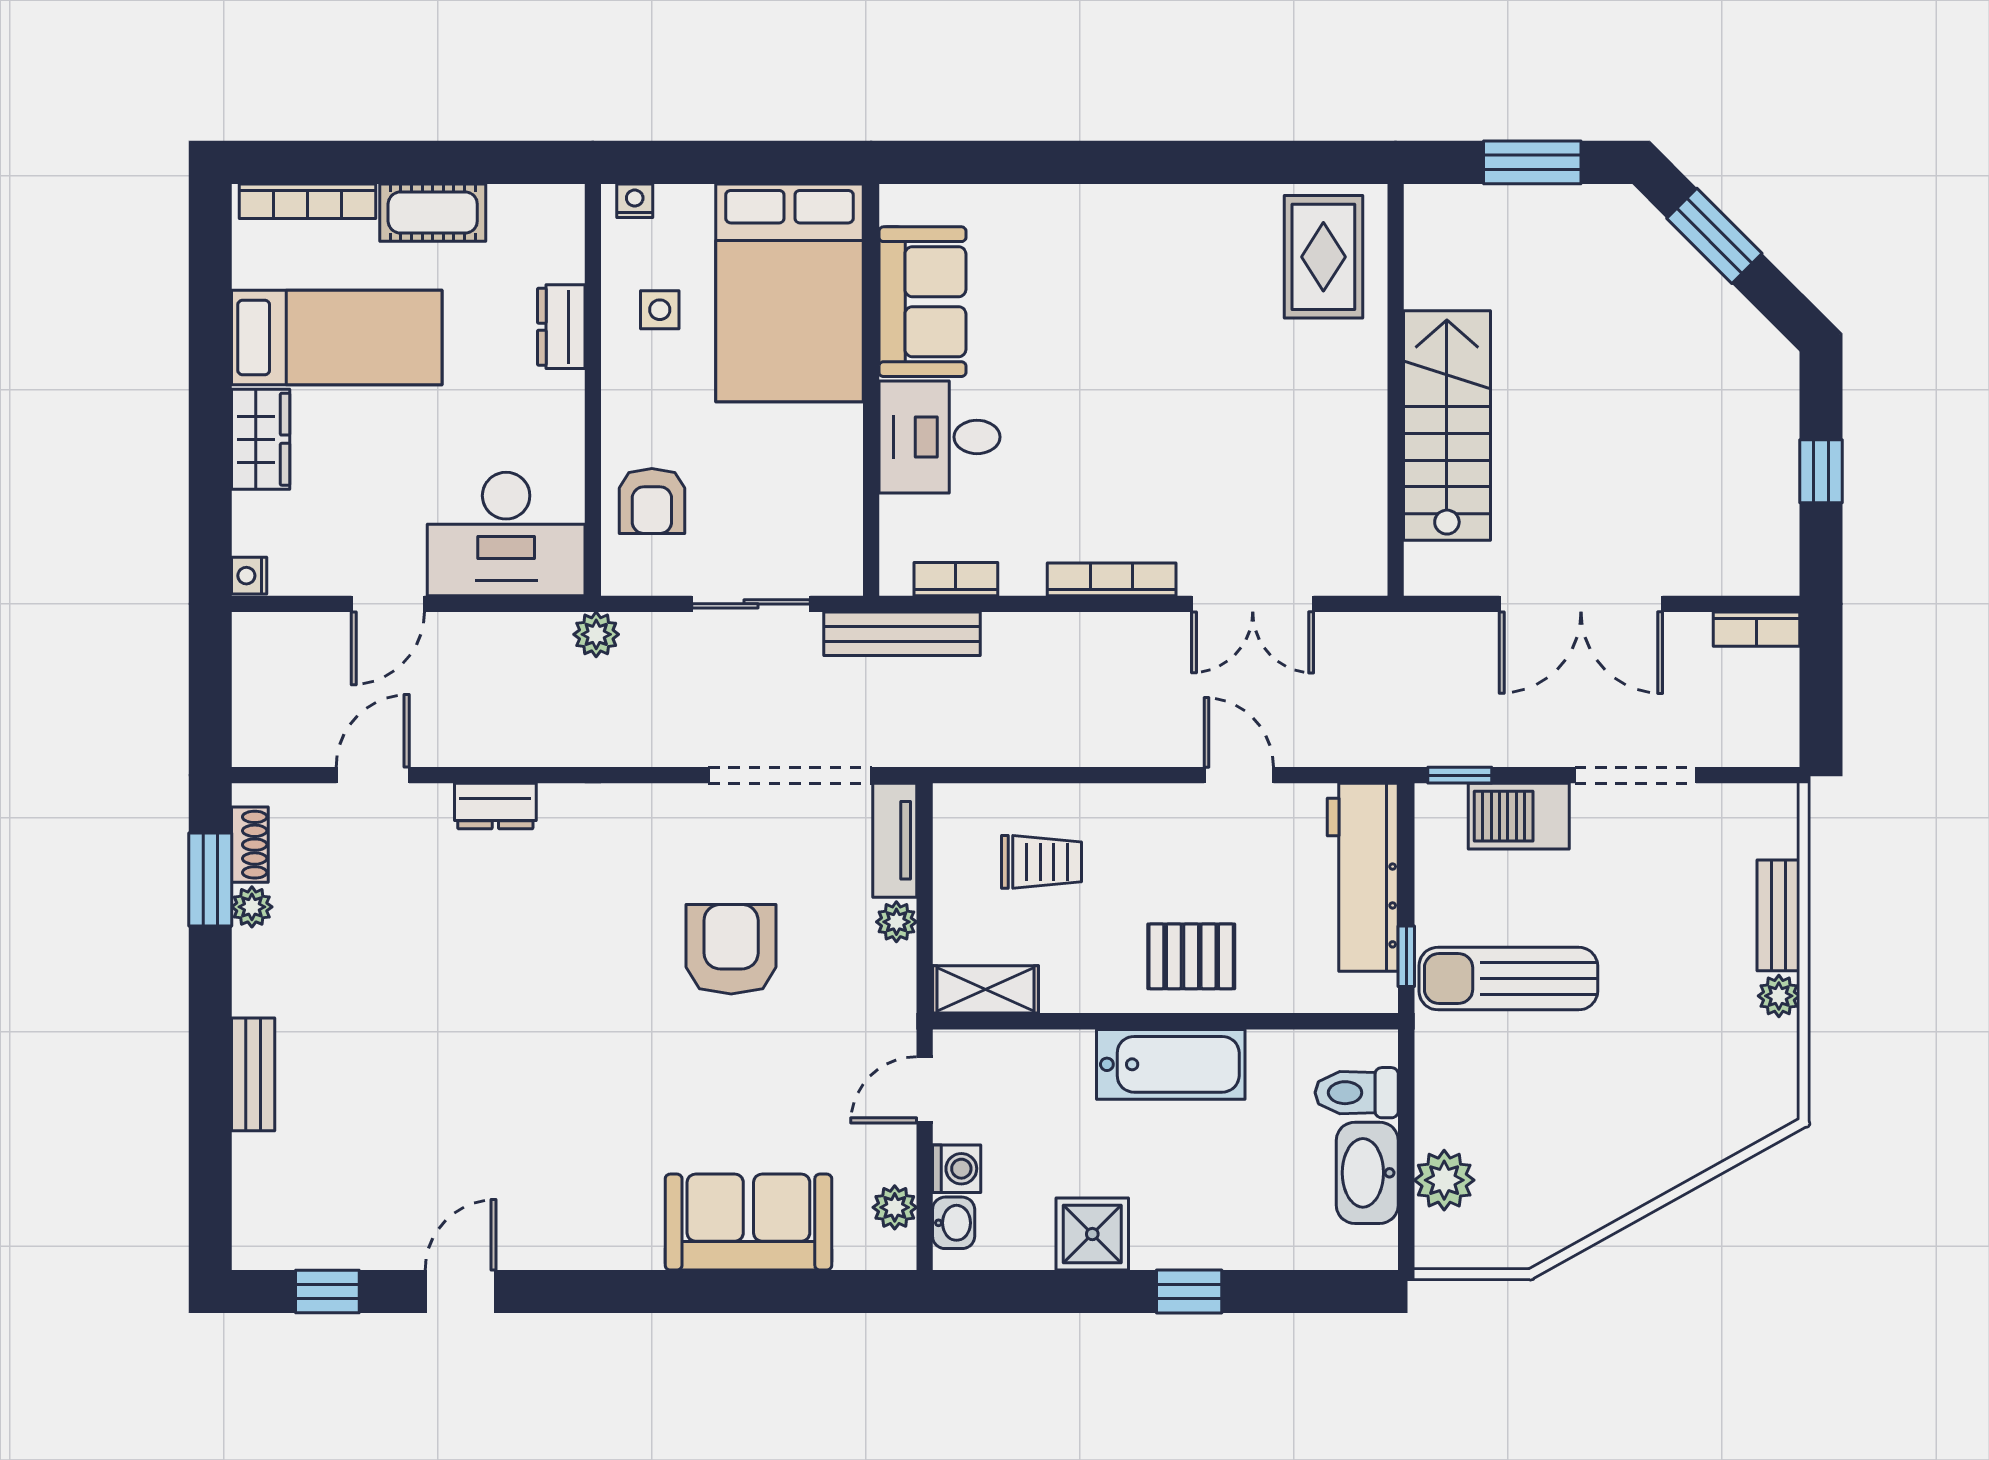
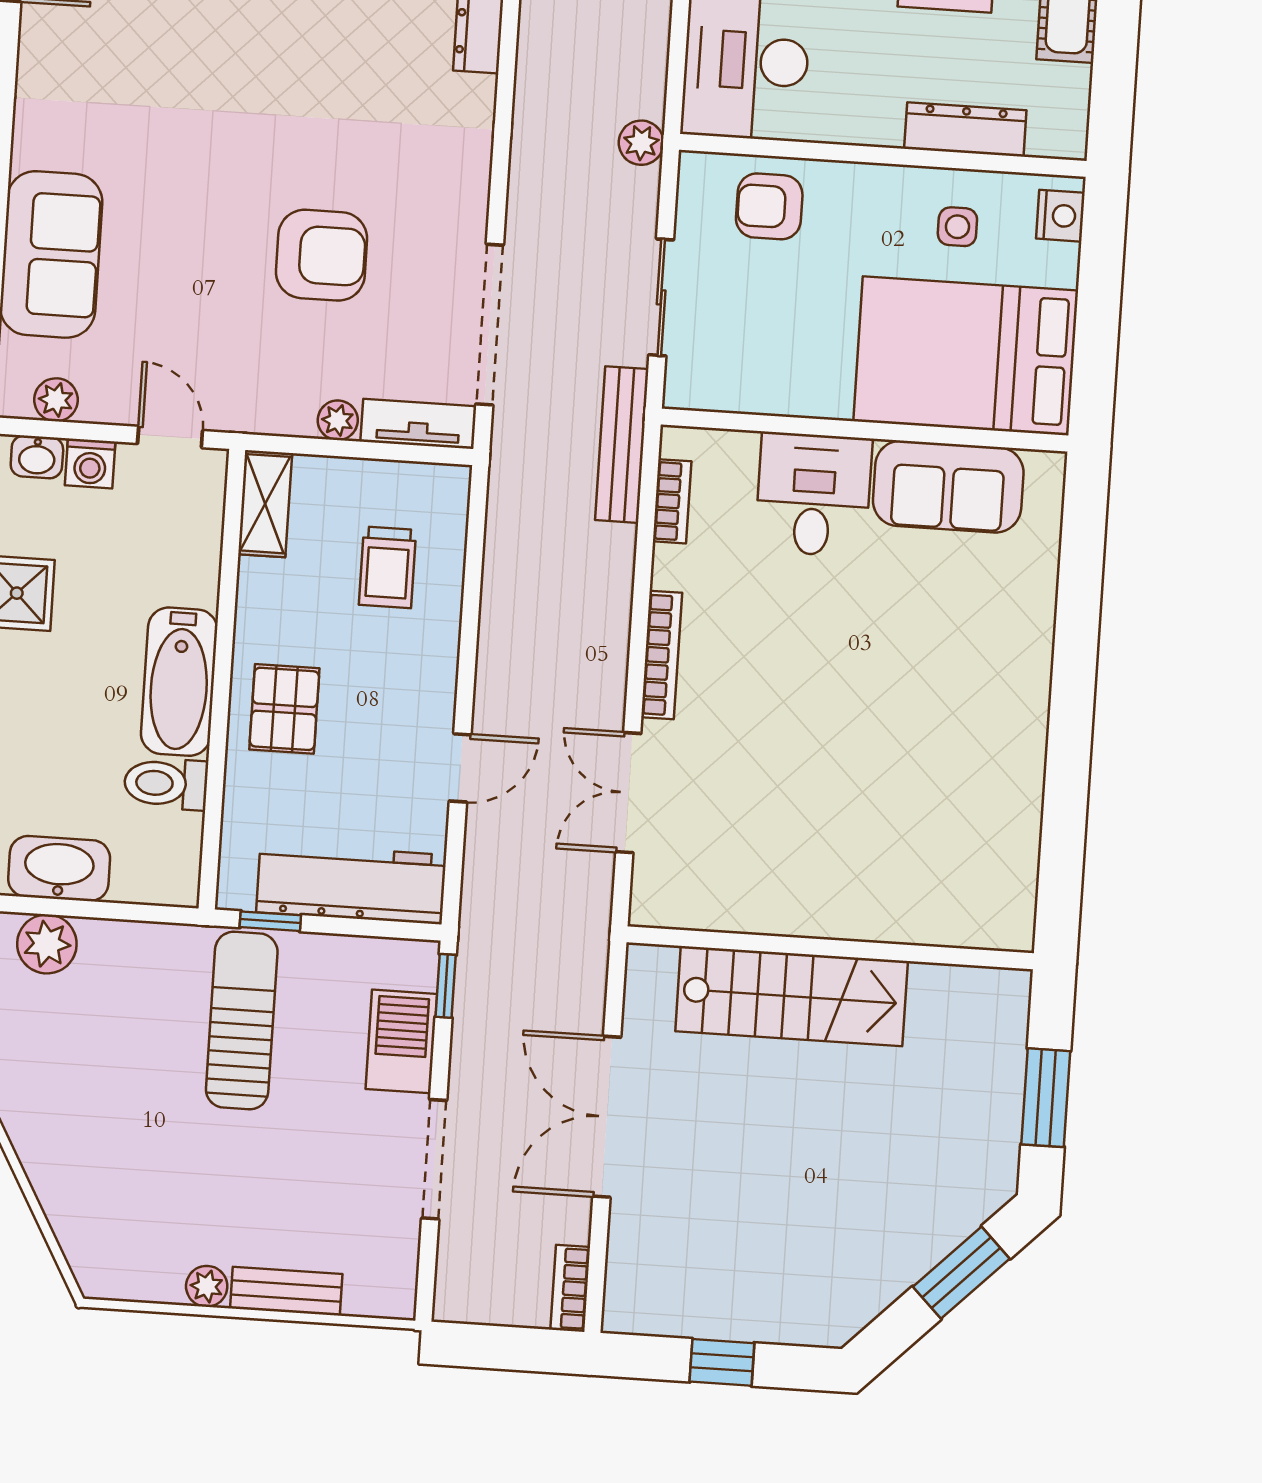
nightstand: (635, 201) -> (1060, 216), width x1.39, depth x1.35
rug: (1323, 257) -> (966, 885), removed
dresser: (561, 327) -> (965, 129), width x1.44
toilet: (1357, 1093) -> (166, 784), moved, turned -90

